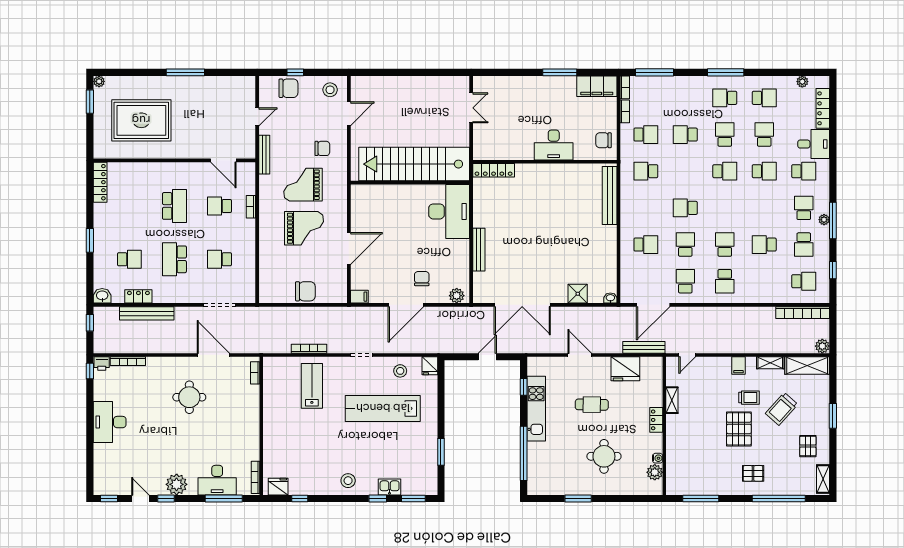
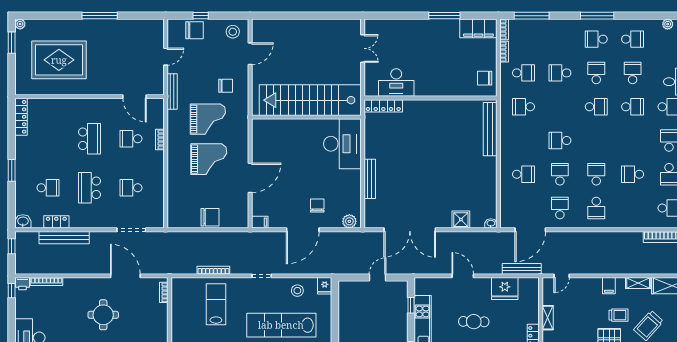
desk: (554, 145) -> (396, 83), moved
grand piano: (303, 185) -> (208, 119), turned 180

